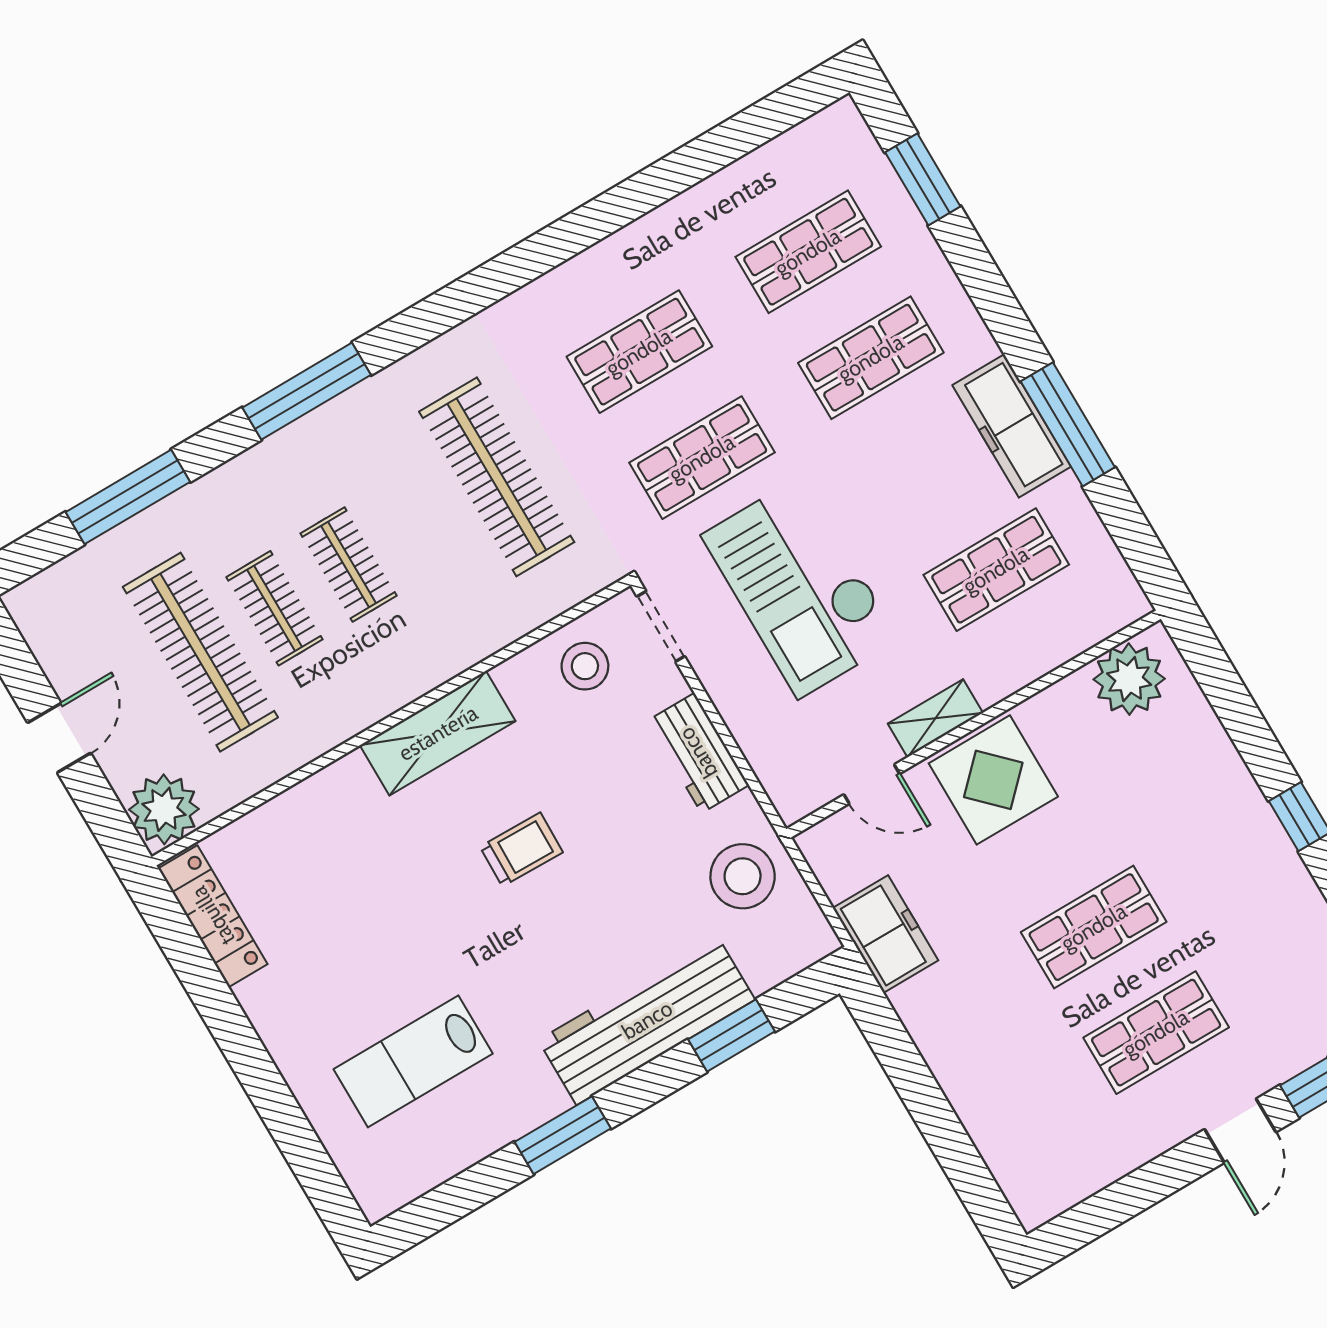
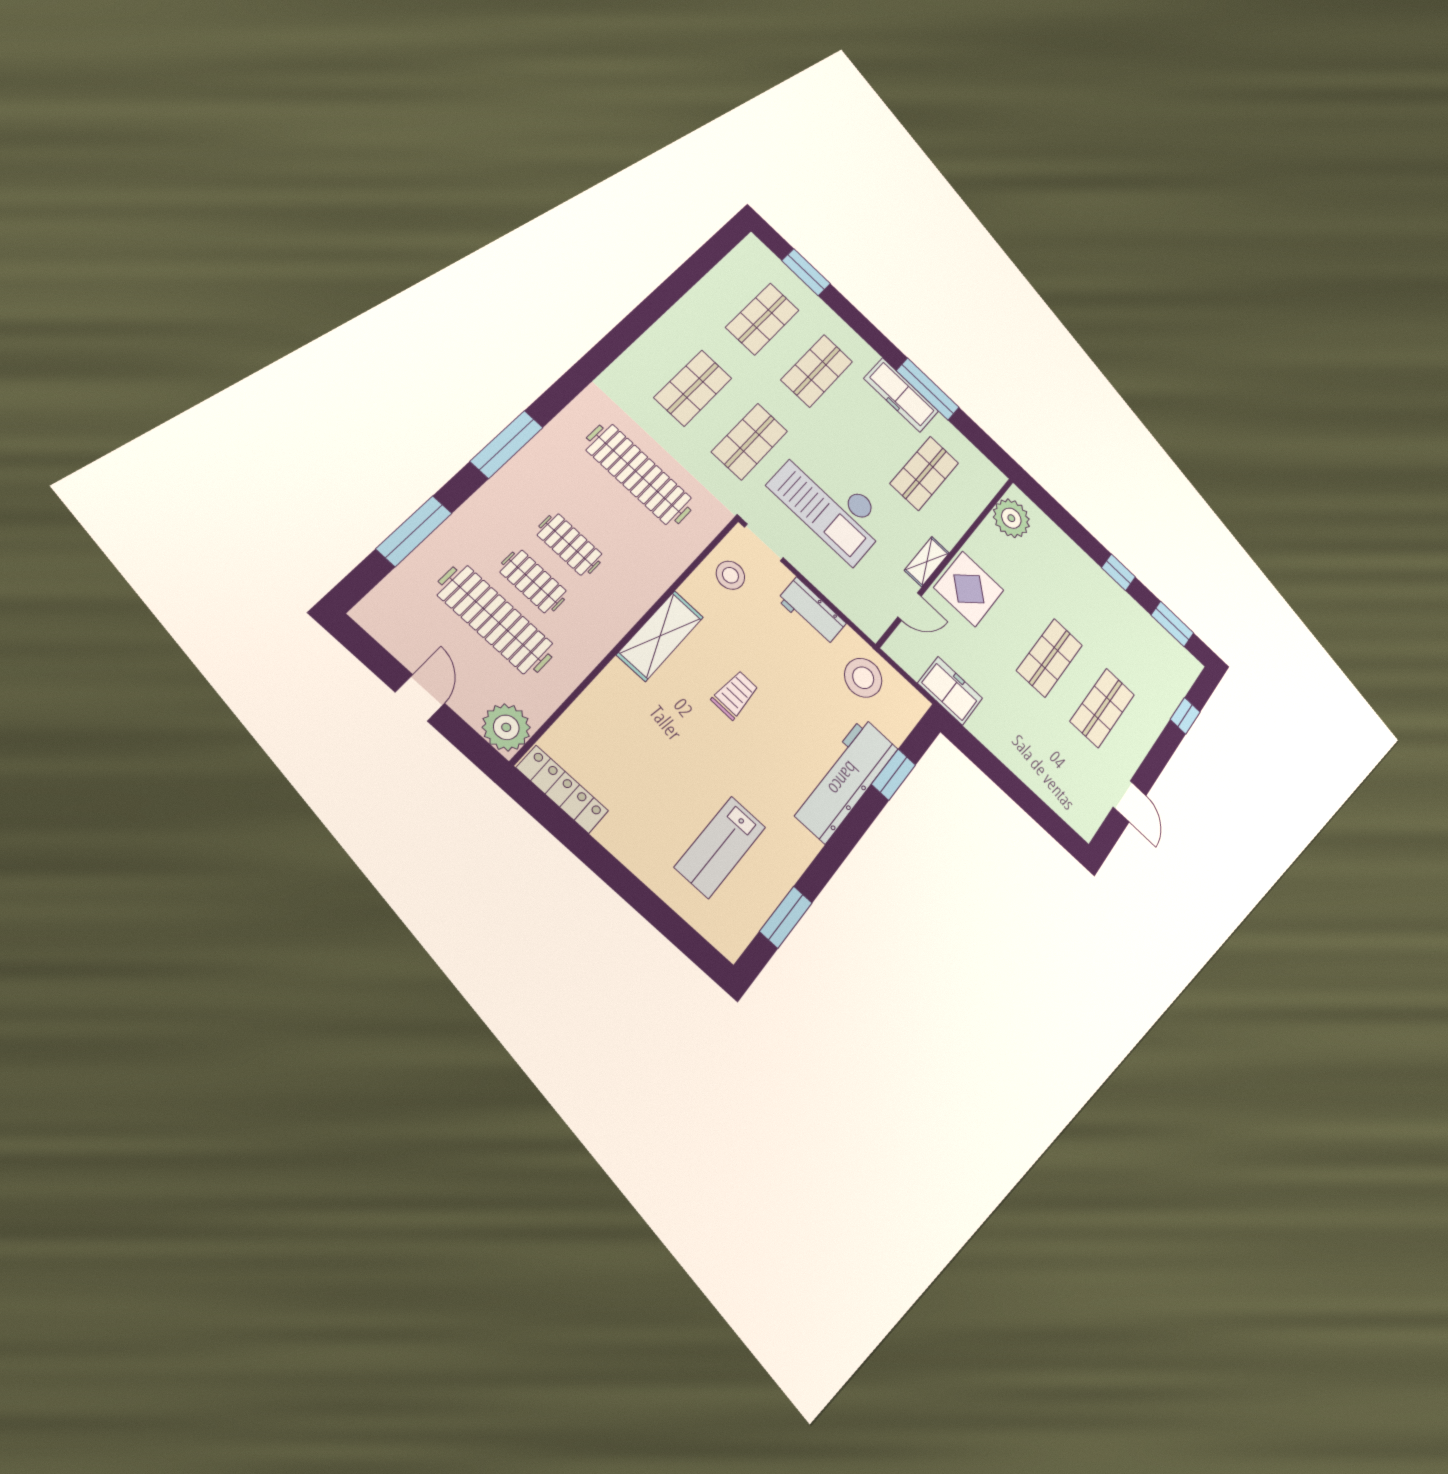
door: (1240, 1131) -> (1130, 801), moved
window: (563, 1135) -> (786, 917), moved

